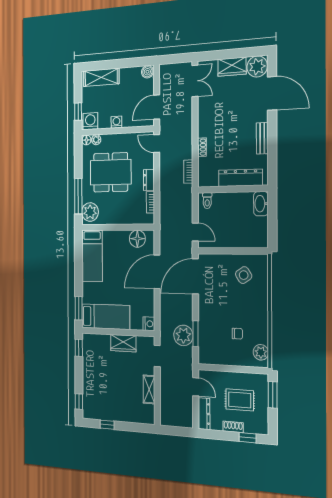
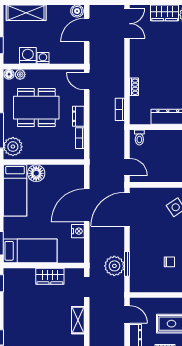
door: (157, 107) -> (87, 30), moved
washing machine: (90, 121) -> (28, 56), moved
floor lamp: (137, 239) -> (36, 173), moved
nightstand: (149, 324) -> (78, 231), moved

